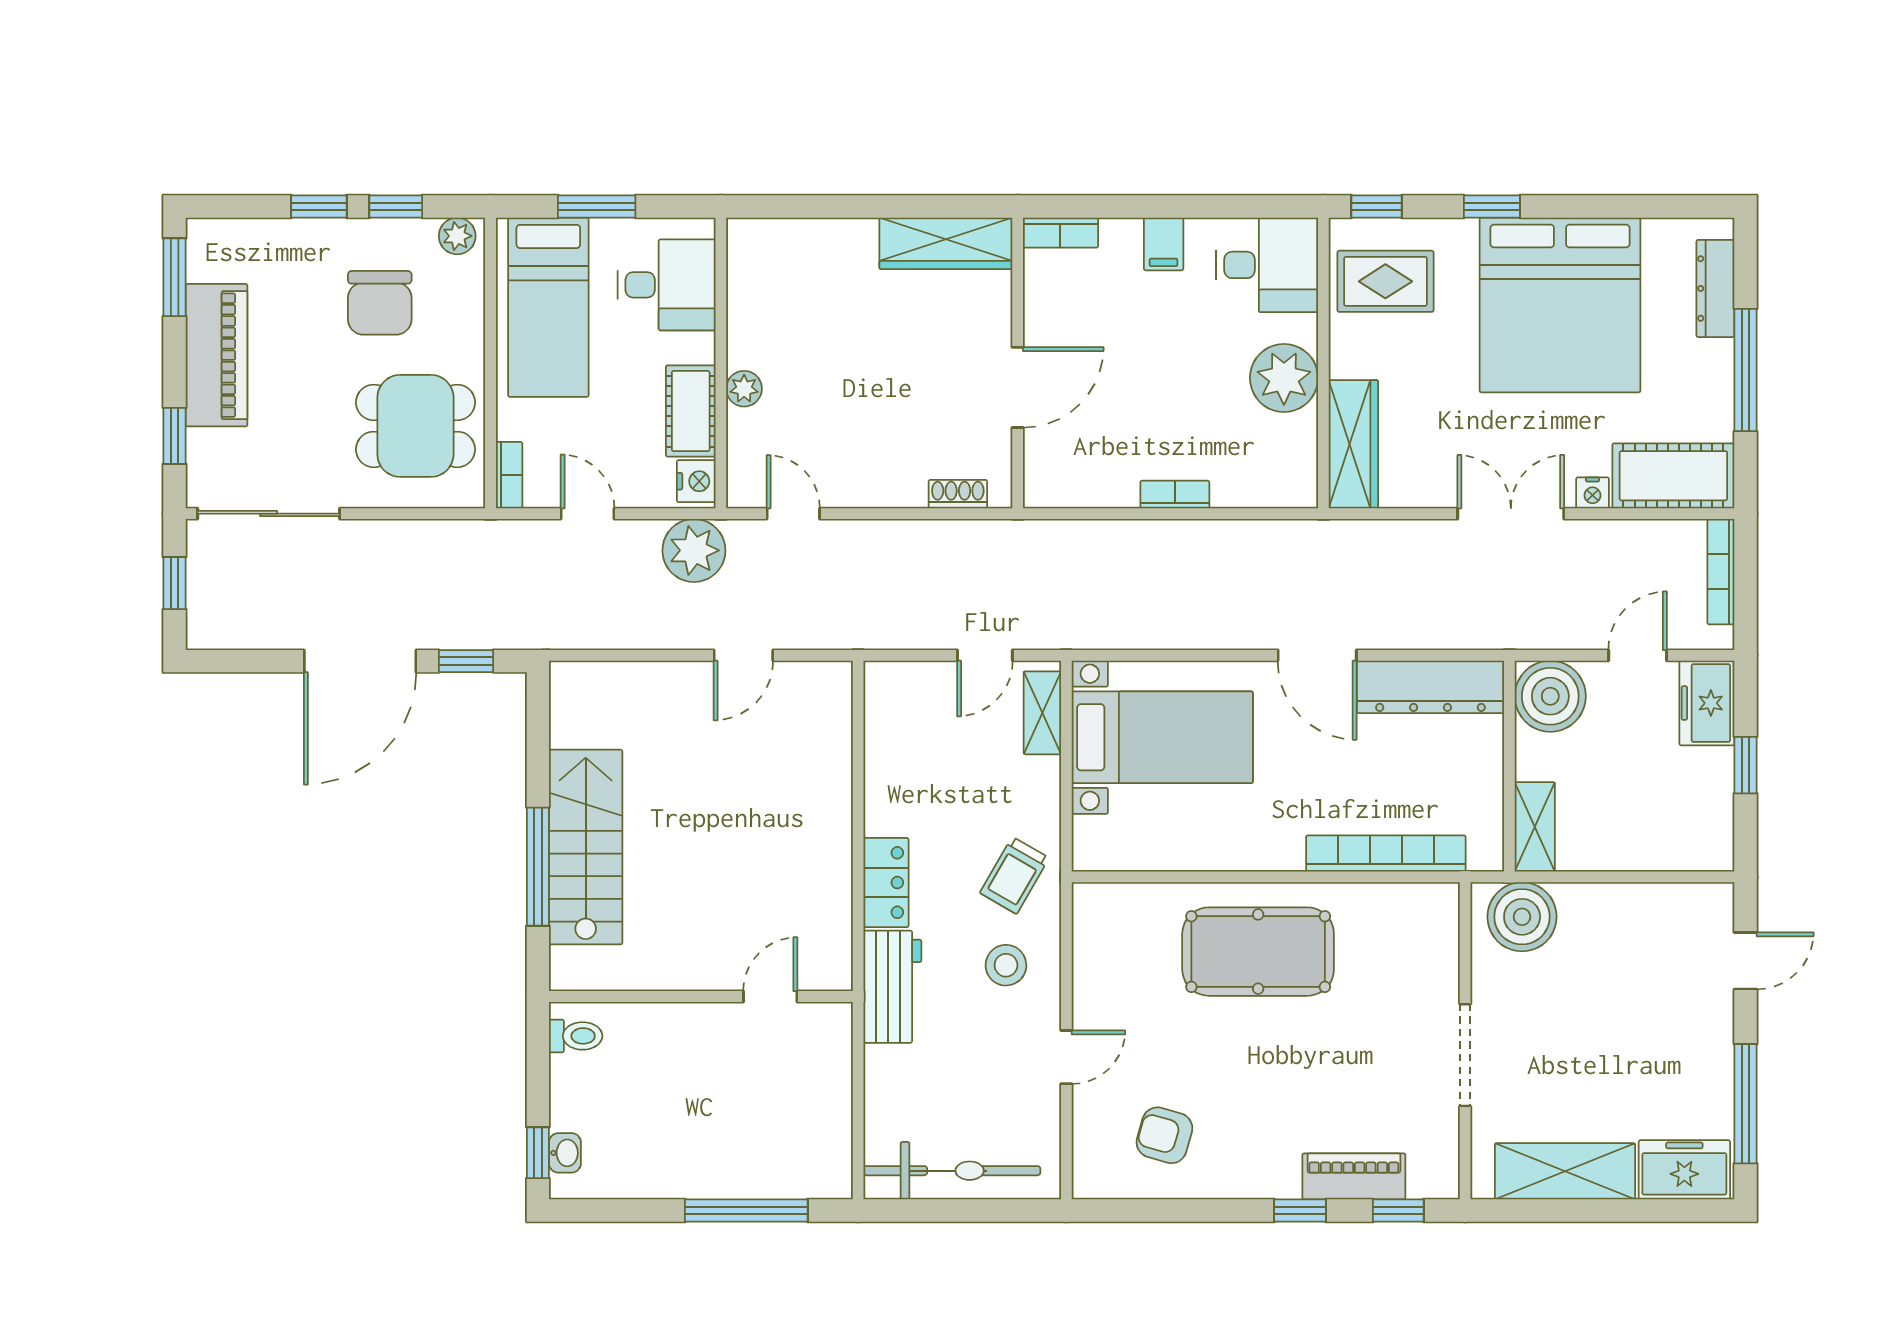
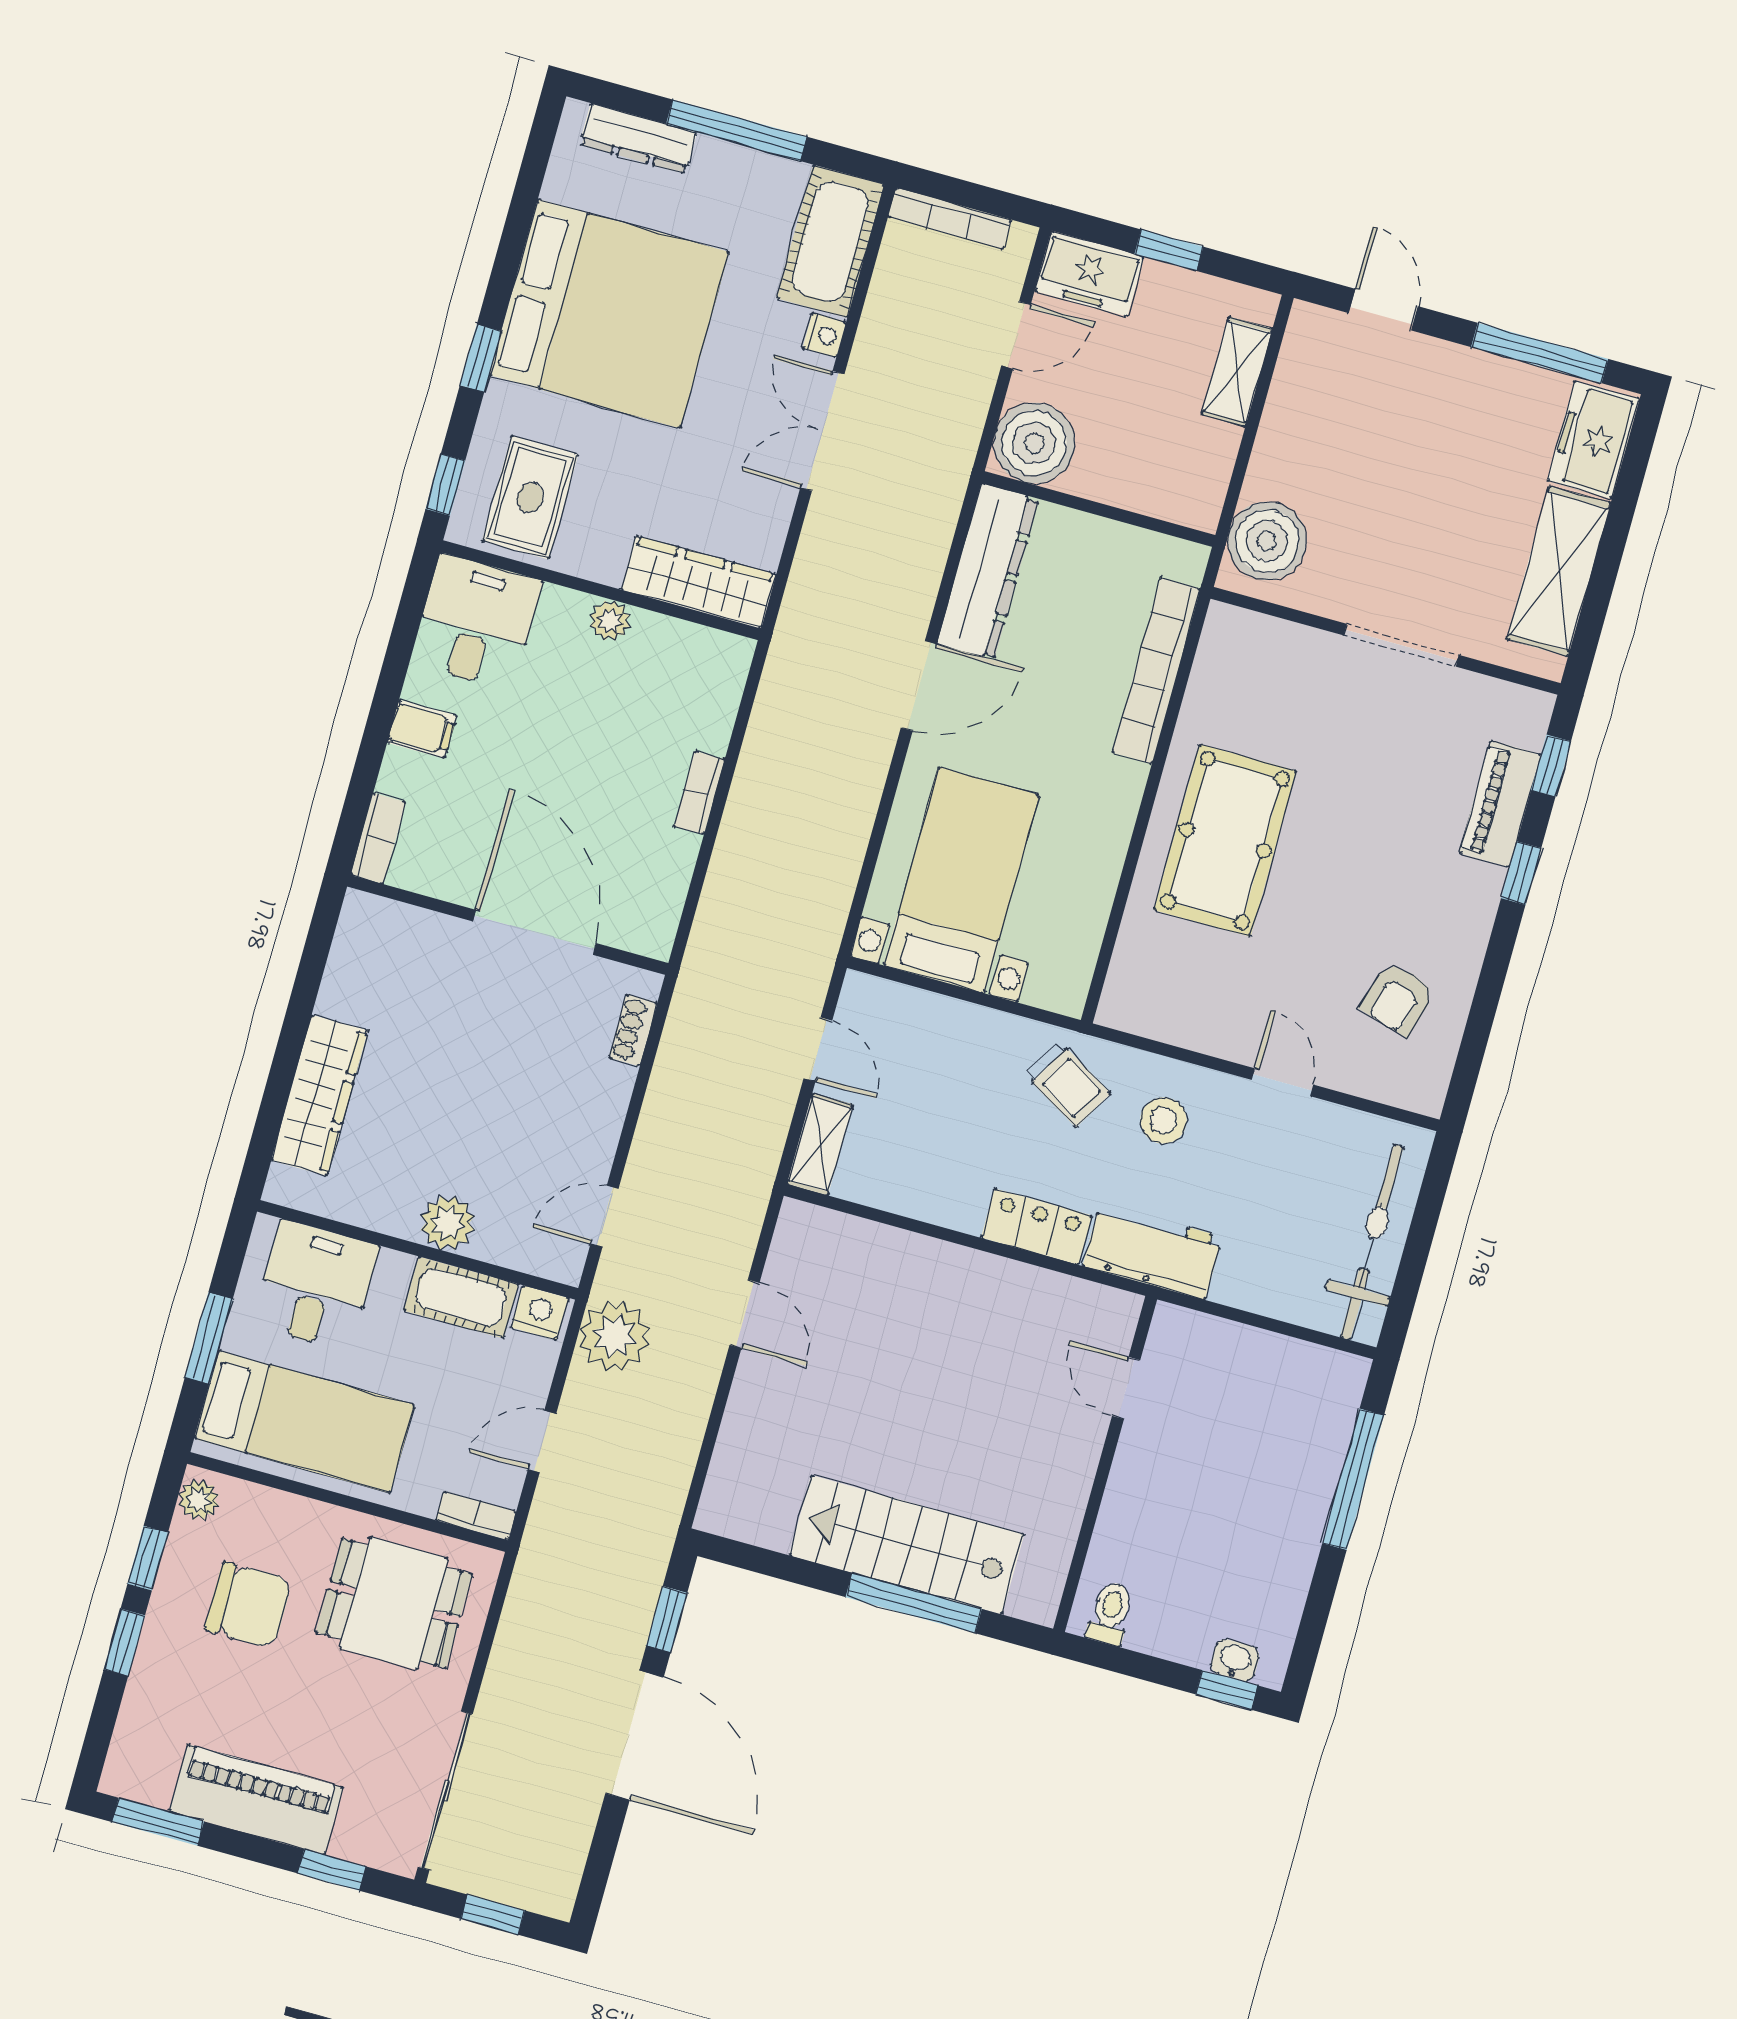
wardrobe: (946, 243) -> (320, 1095), moved
plant: (1284, 378) -> (610, 621), width x0.53, depth x0.53
door: (1018, 387) -> (535, 932), width x1.36
plant: (744, 389) -> (448, 1223), width x1.38, depth x1.38
dining table: (415, 426) -> (394, 1603), turned 90
door: (1638, 655) -> (1016, 335), swing flipped
shelving: (1042, 713) -> (820, 1144), moved, turned 90
shelving: (1535, 827) -> (1237, 372), moved, turned 90

